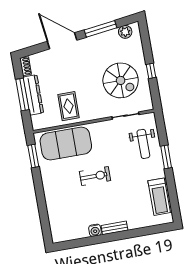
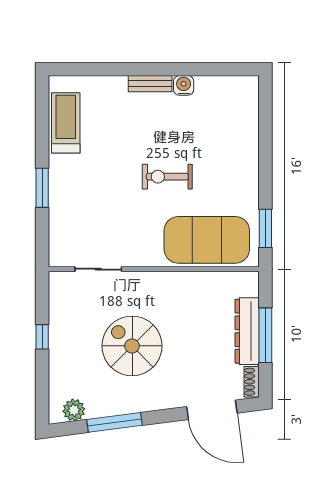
door: (62, 41) -> (212, 410), moved
spiral stairs: (121, 80) -> (132, 346), moved
rug: (68, 106) -> (191, 302), removed
weight bench: (143, 144) -> (77, 216), removed

